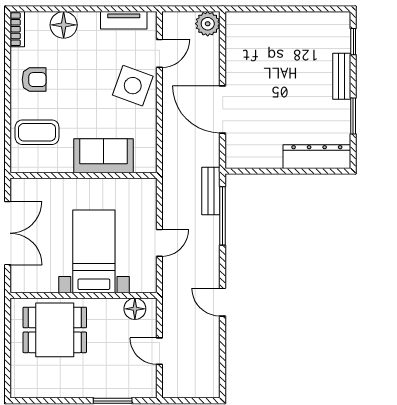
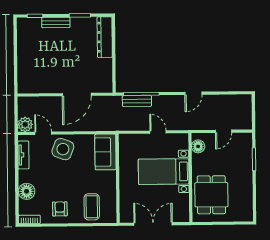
plant: (208, 24) -> (25, 124), moved
sofa: (104, 156) -> (105, 152), moved
bench: (211, 191) -> (137, 101), moved

